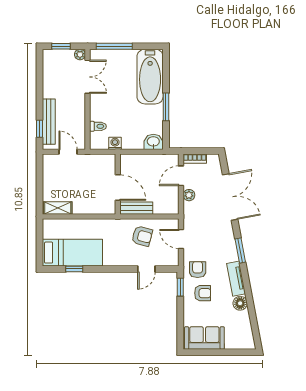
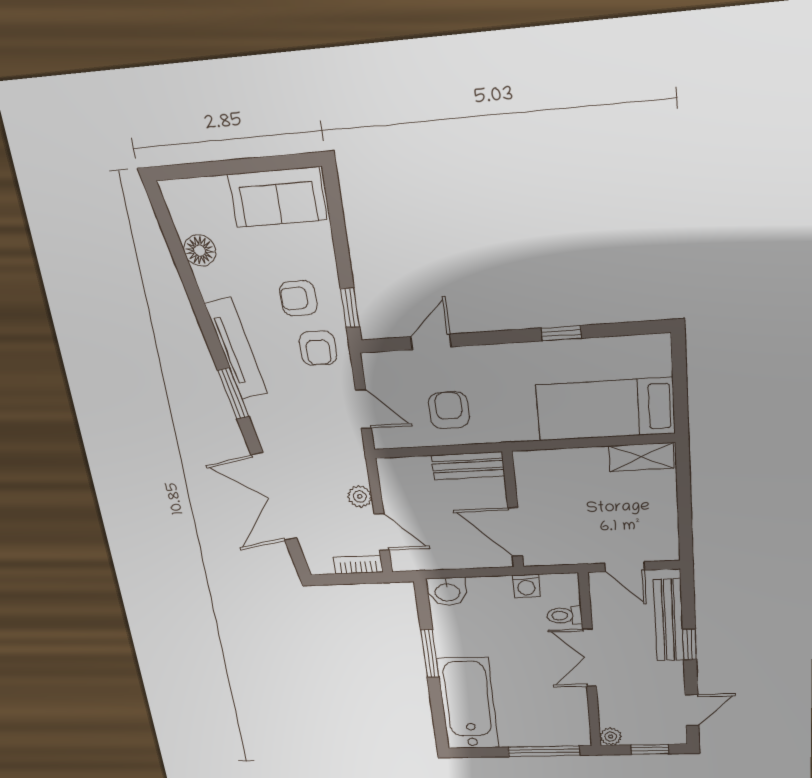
door: (39, 69) -> (692, 710), added
double door: (88, 77) -> (589, 658), moved
window: (39, 129) -> (689, 644), moved
door: (181, 176) -> (382, 532), hinge flipped
door: (118, 188) -> (515, 532), moved
armchair: (142, 236) -> (449, 410), turned 75
bed: (72, 253) -> (605, 409), moved
window: (74, 269) -> (561, 333), moved
tv unit: (236, 279) -> (236, 349), width x1.41
floor lamp: (240, 303) -> (200, 251), moved

